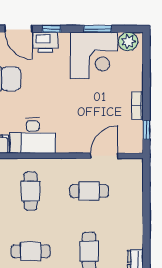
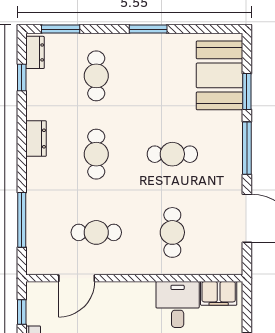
desk: (33, 136) -> (178, 304), width x0.73
window: (146, 201) -> (22, 220), added

